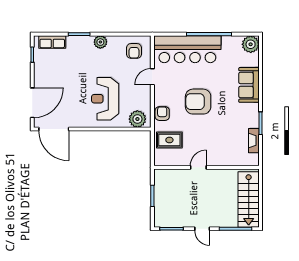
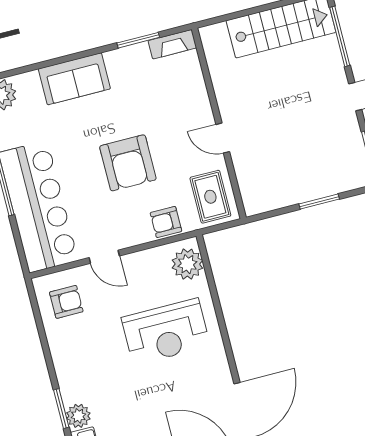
plant: (100, 42) -> (78, 416), moved
door: (198, 167) -> (223, 138), moved
wall: (206, 167) -> (219, 123), moved

